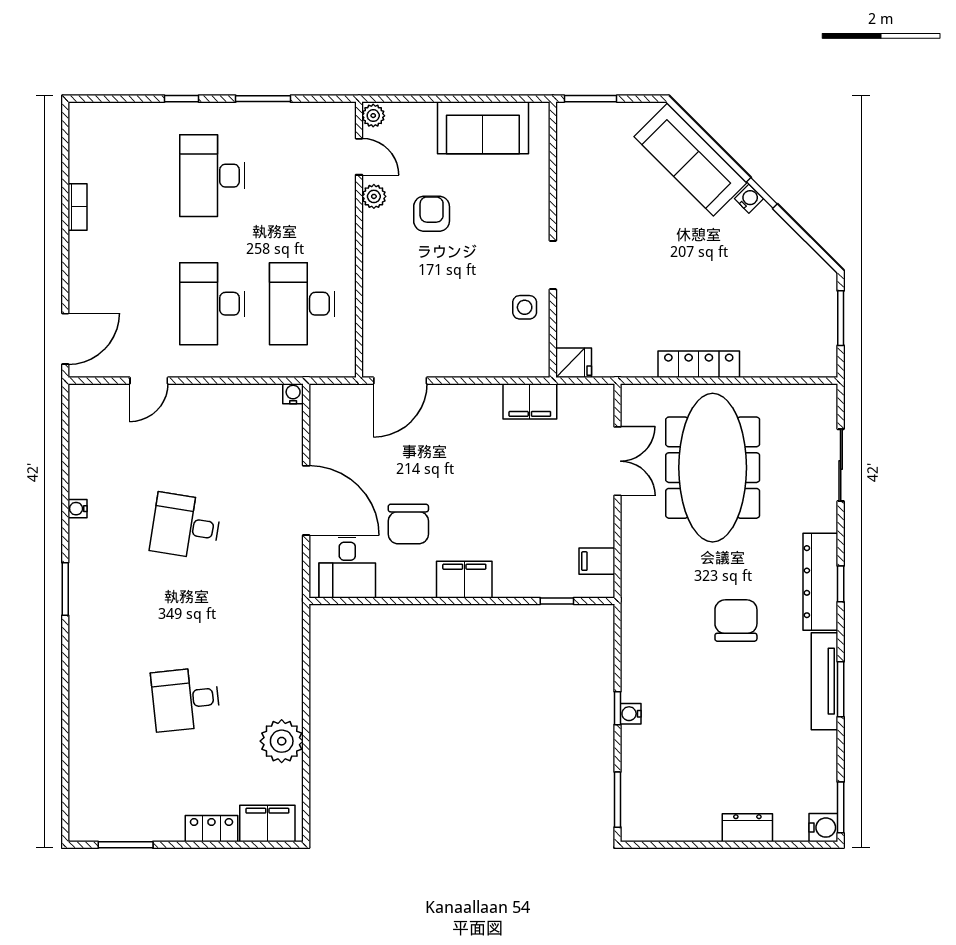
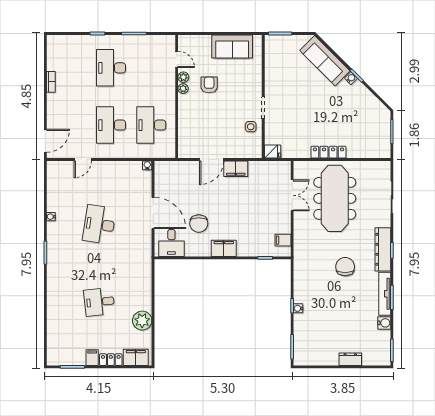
plant: (373, 116) -> (183, 89), moved
door: (400, 381) -> (212, 159), moved
filing cabinet: (530, 401) -> (236, 169), moved
desk: (186, 526) -> (99, 224), width x1.37
filing cabinet: (170, 824) -> (92, 358), added
water cooler: (823, 828) -> (384, 323), moved

